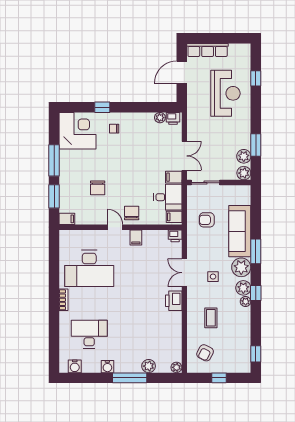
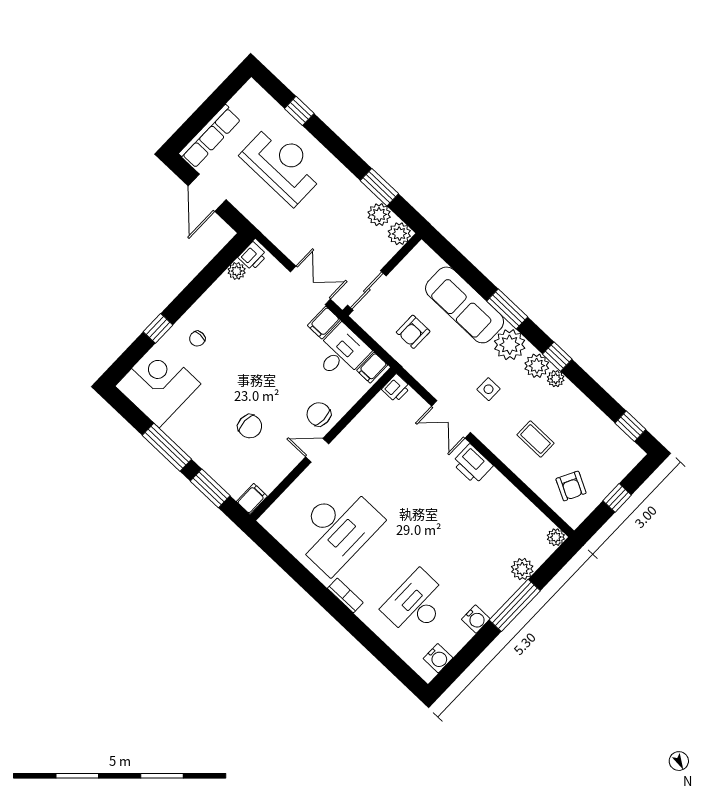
filing cabinet: (136, 237) -> (353, 437), removed

